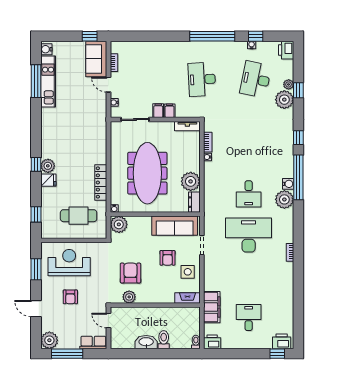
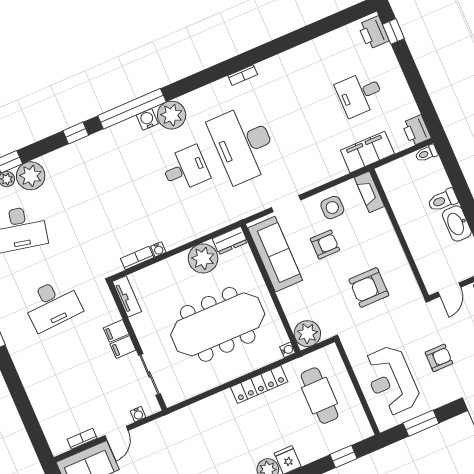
plant: (129, 297) -> (403, 275), removed

